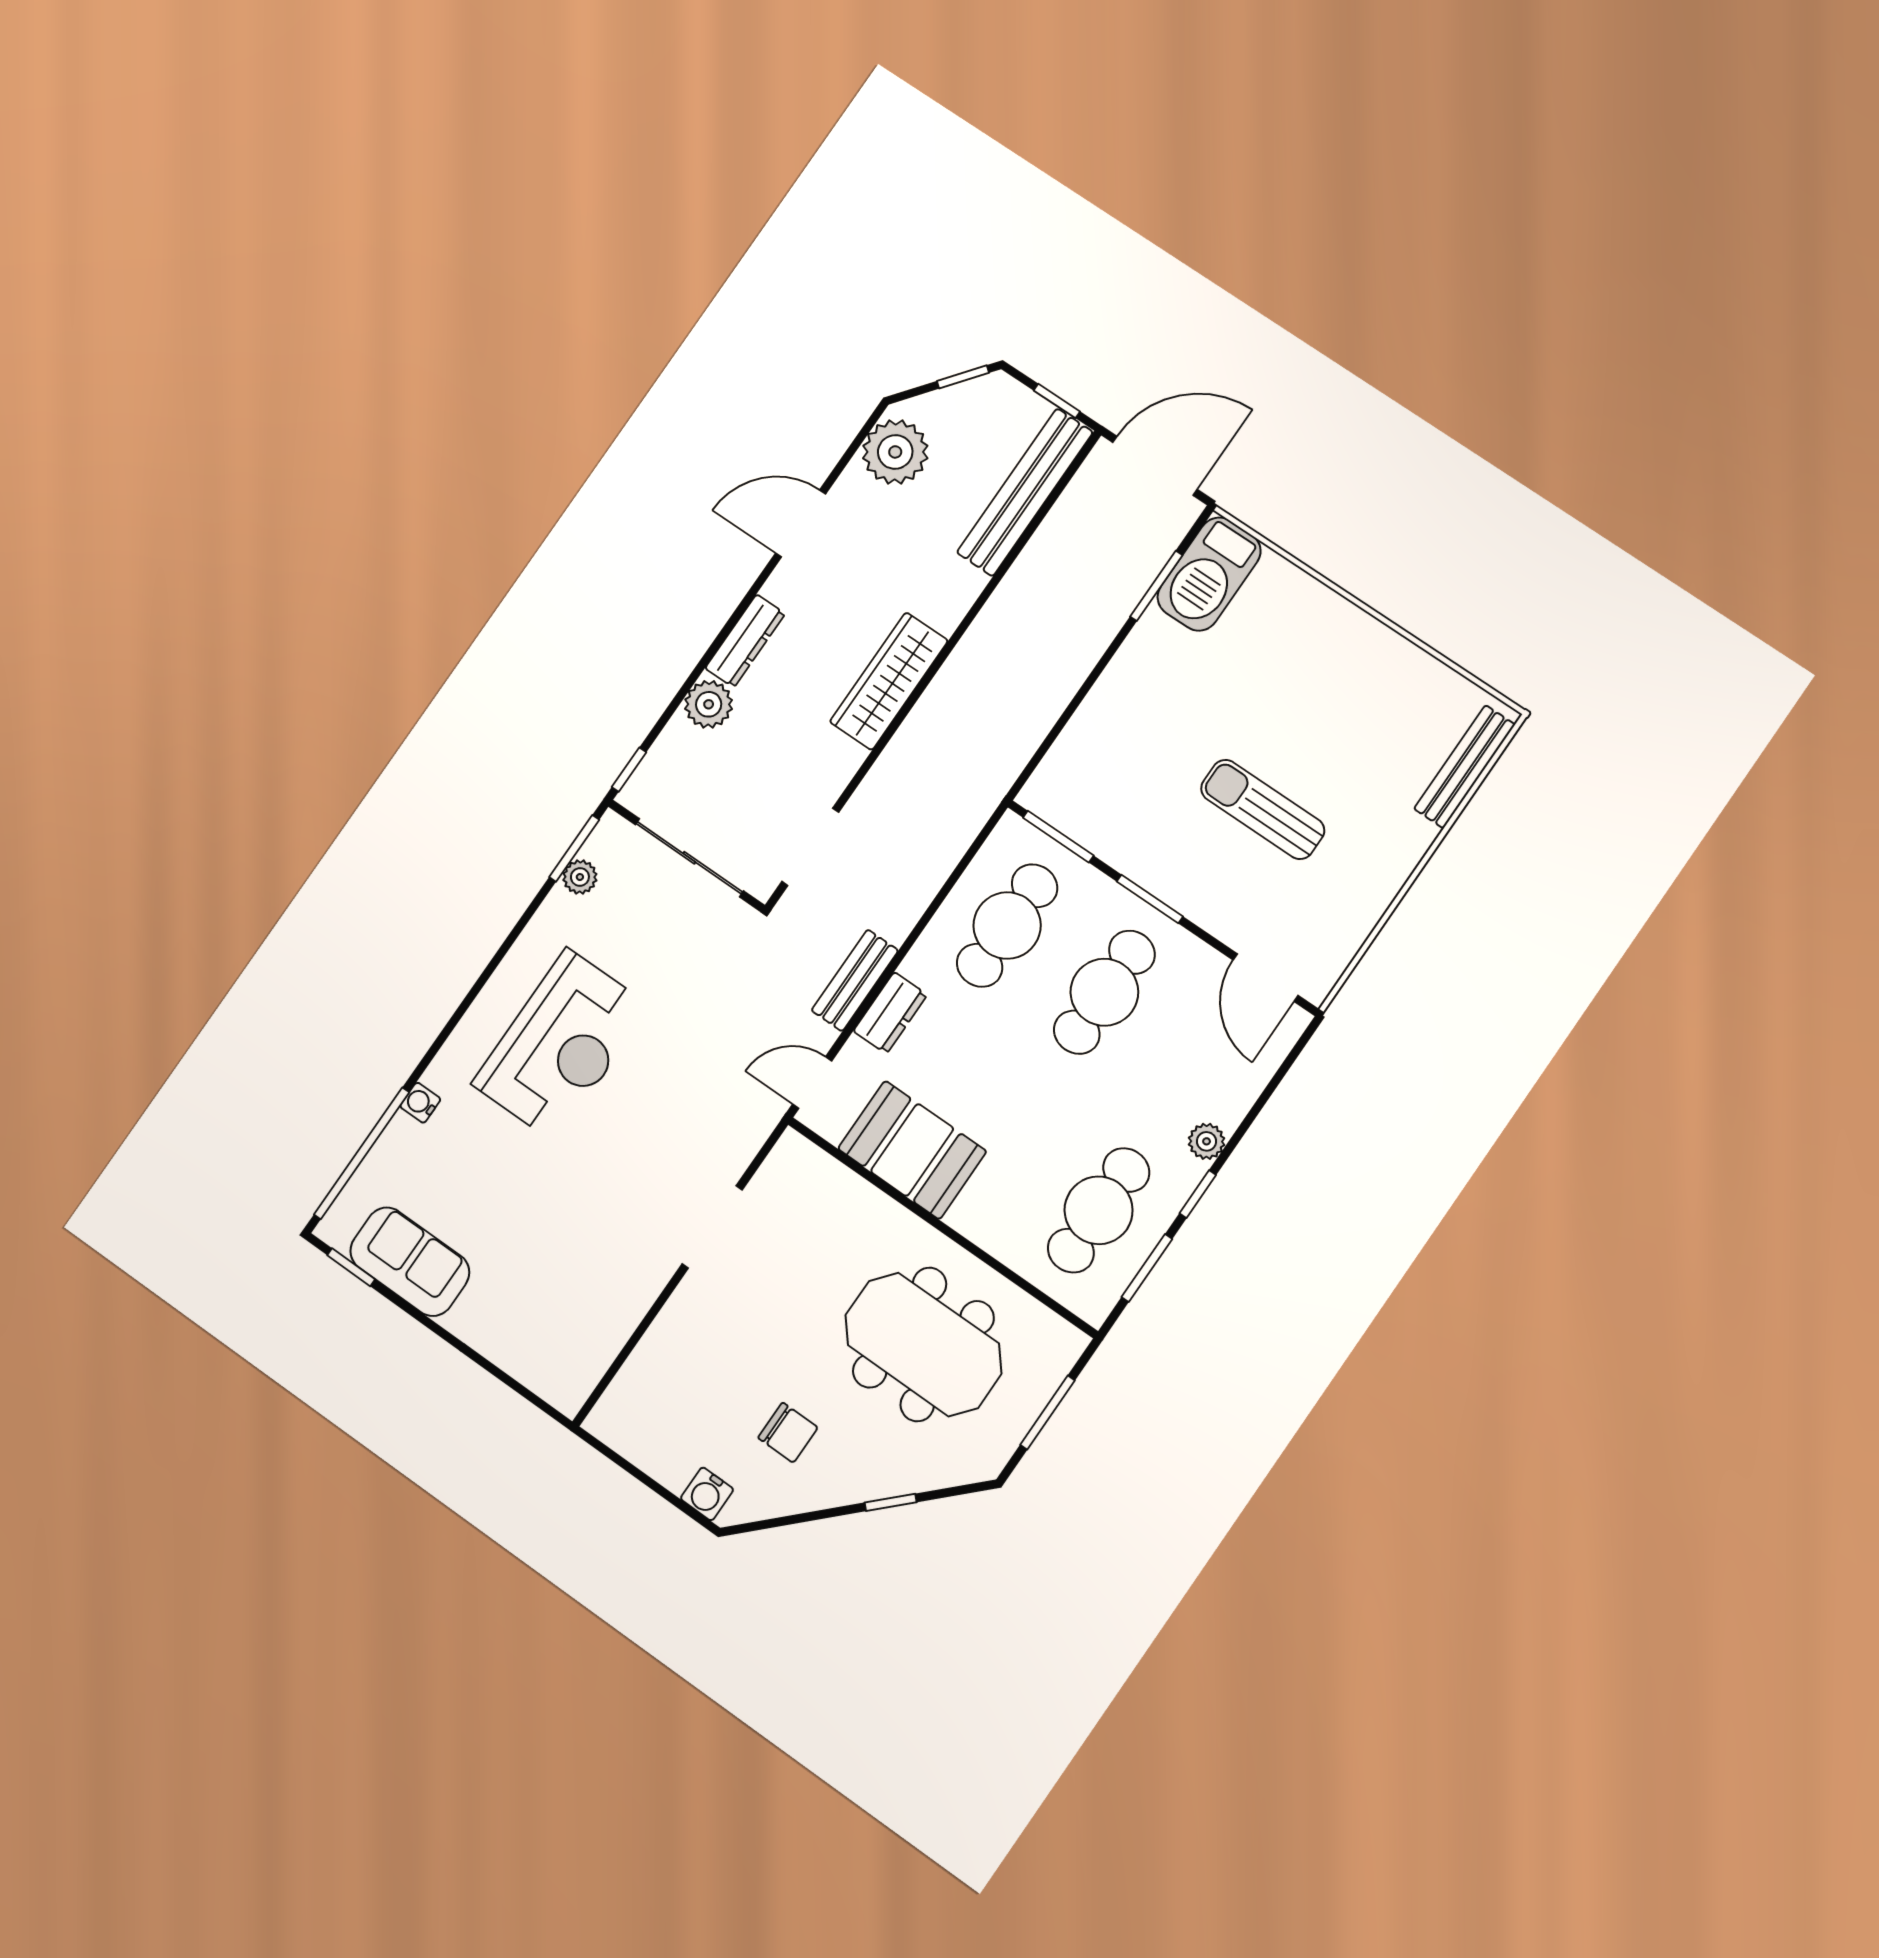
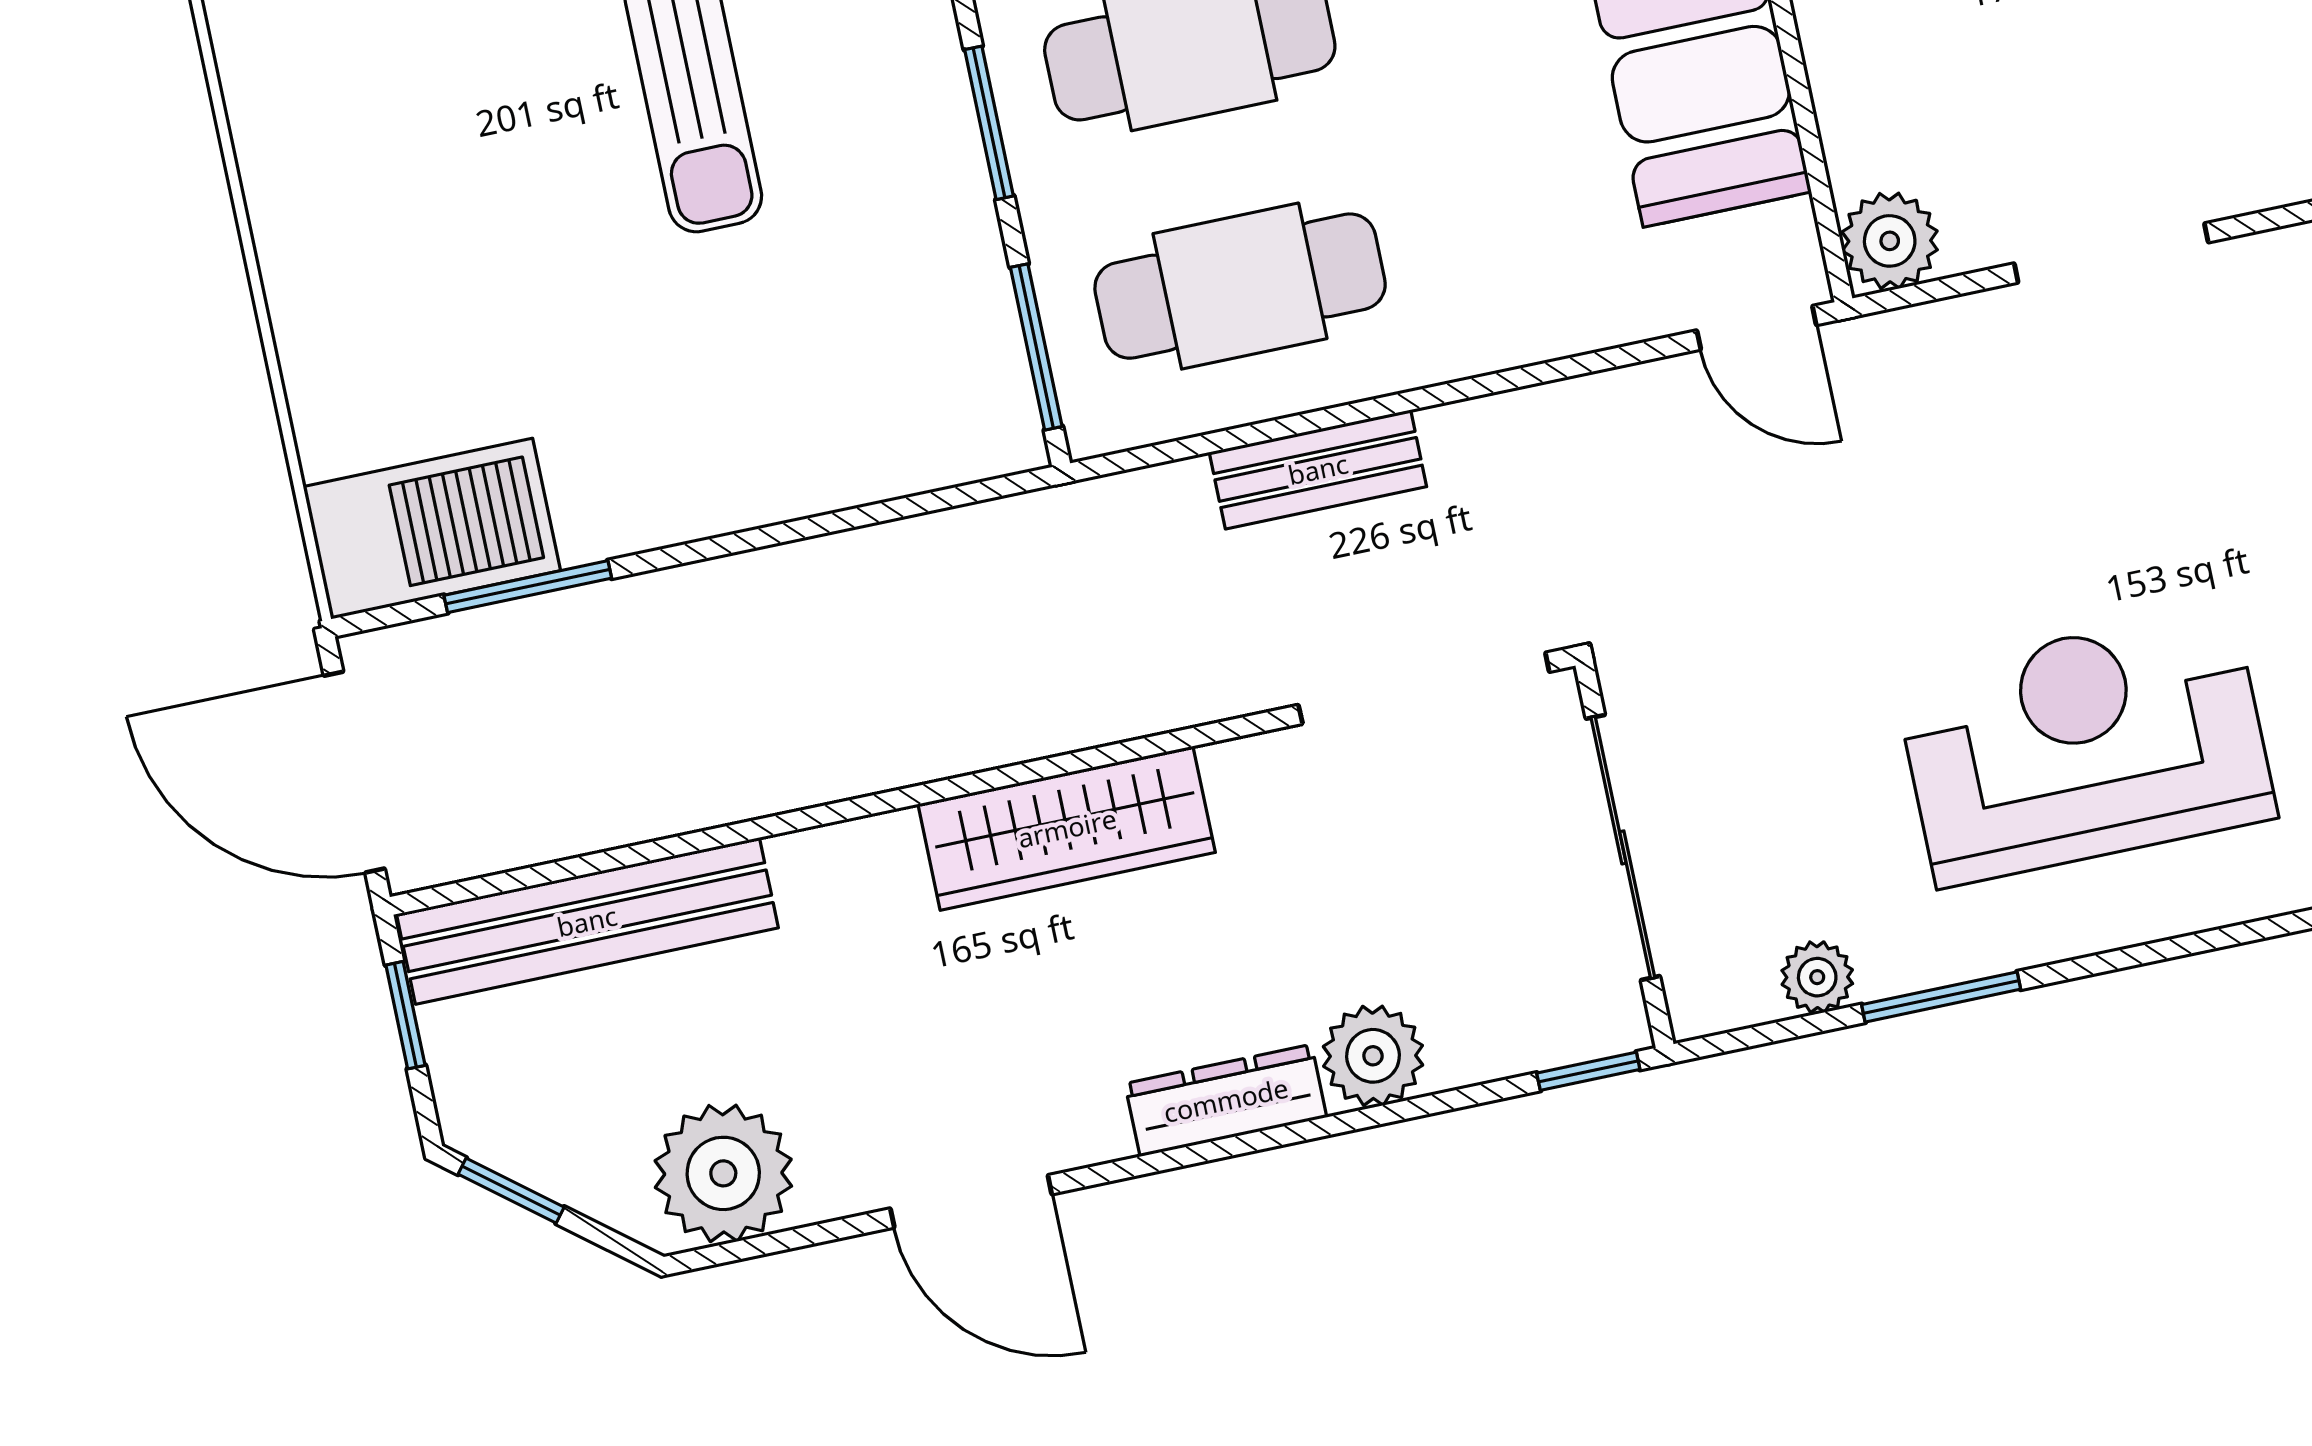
doorway: (810, 847) -> (1424, 688), width x1.36
window: (574, 848) -> (1941, 997), moved
bench: (855, 980) -> (1318, 469), moved
dresser: (890, 1013) -> (1540, 321), removed
plant: (794, 1157) -> (1890, 241), added

